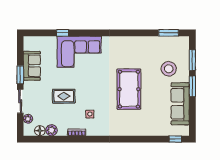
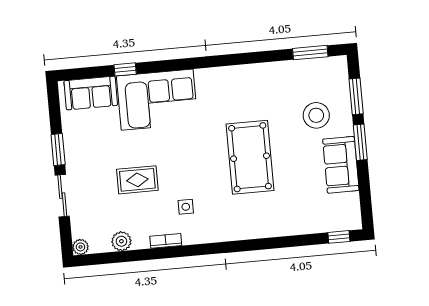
sofa: (32, 66) -> (91, 93), moved, turned 90
sofa: (180, 104) -> (341, 165), width x0.73
plant: (28, 119) -> (80, 247), moved
floor lamp: (40, 131) -> (101, 244), removed

